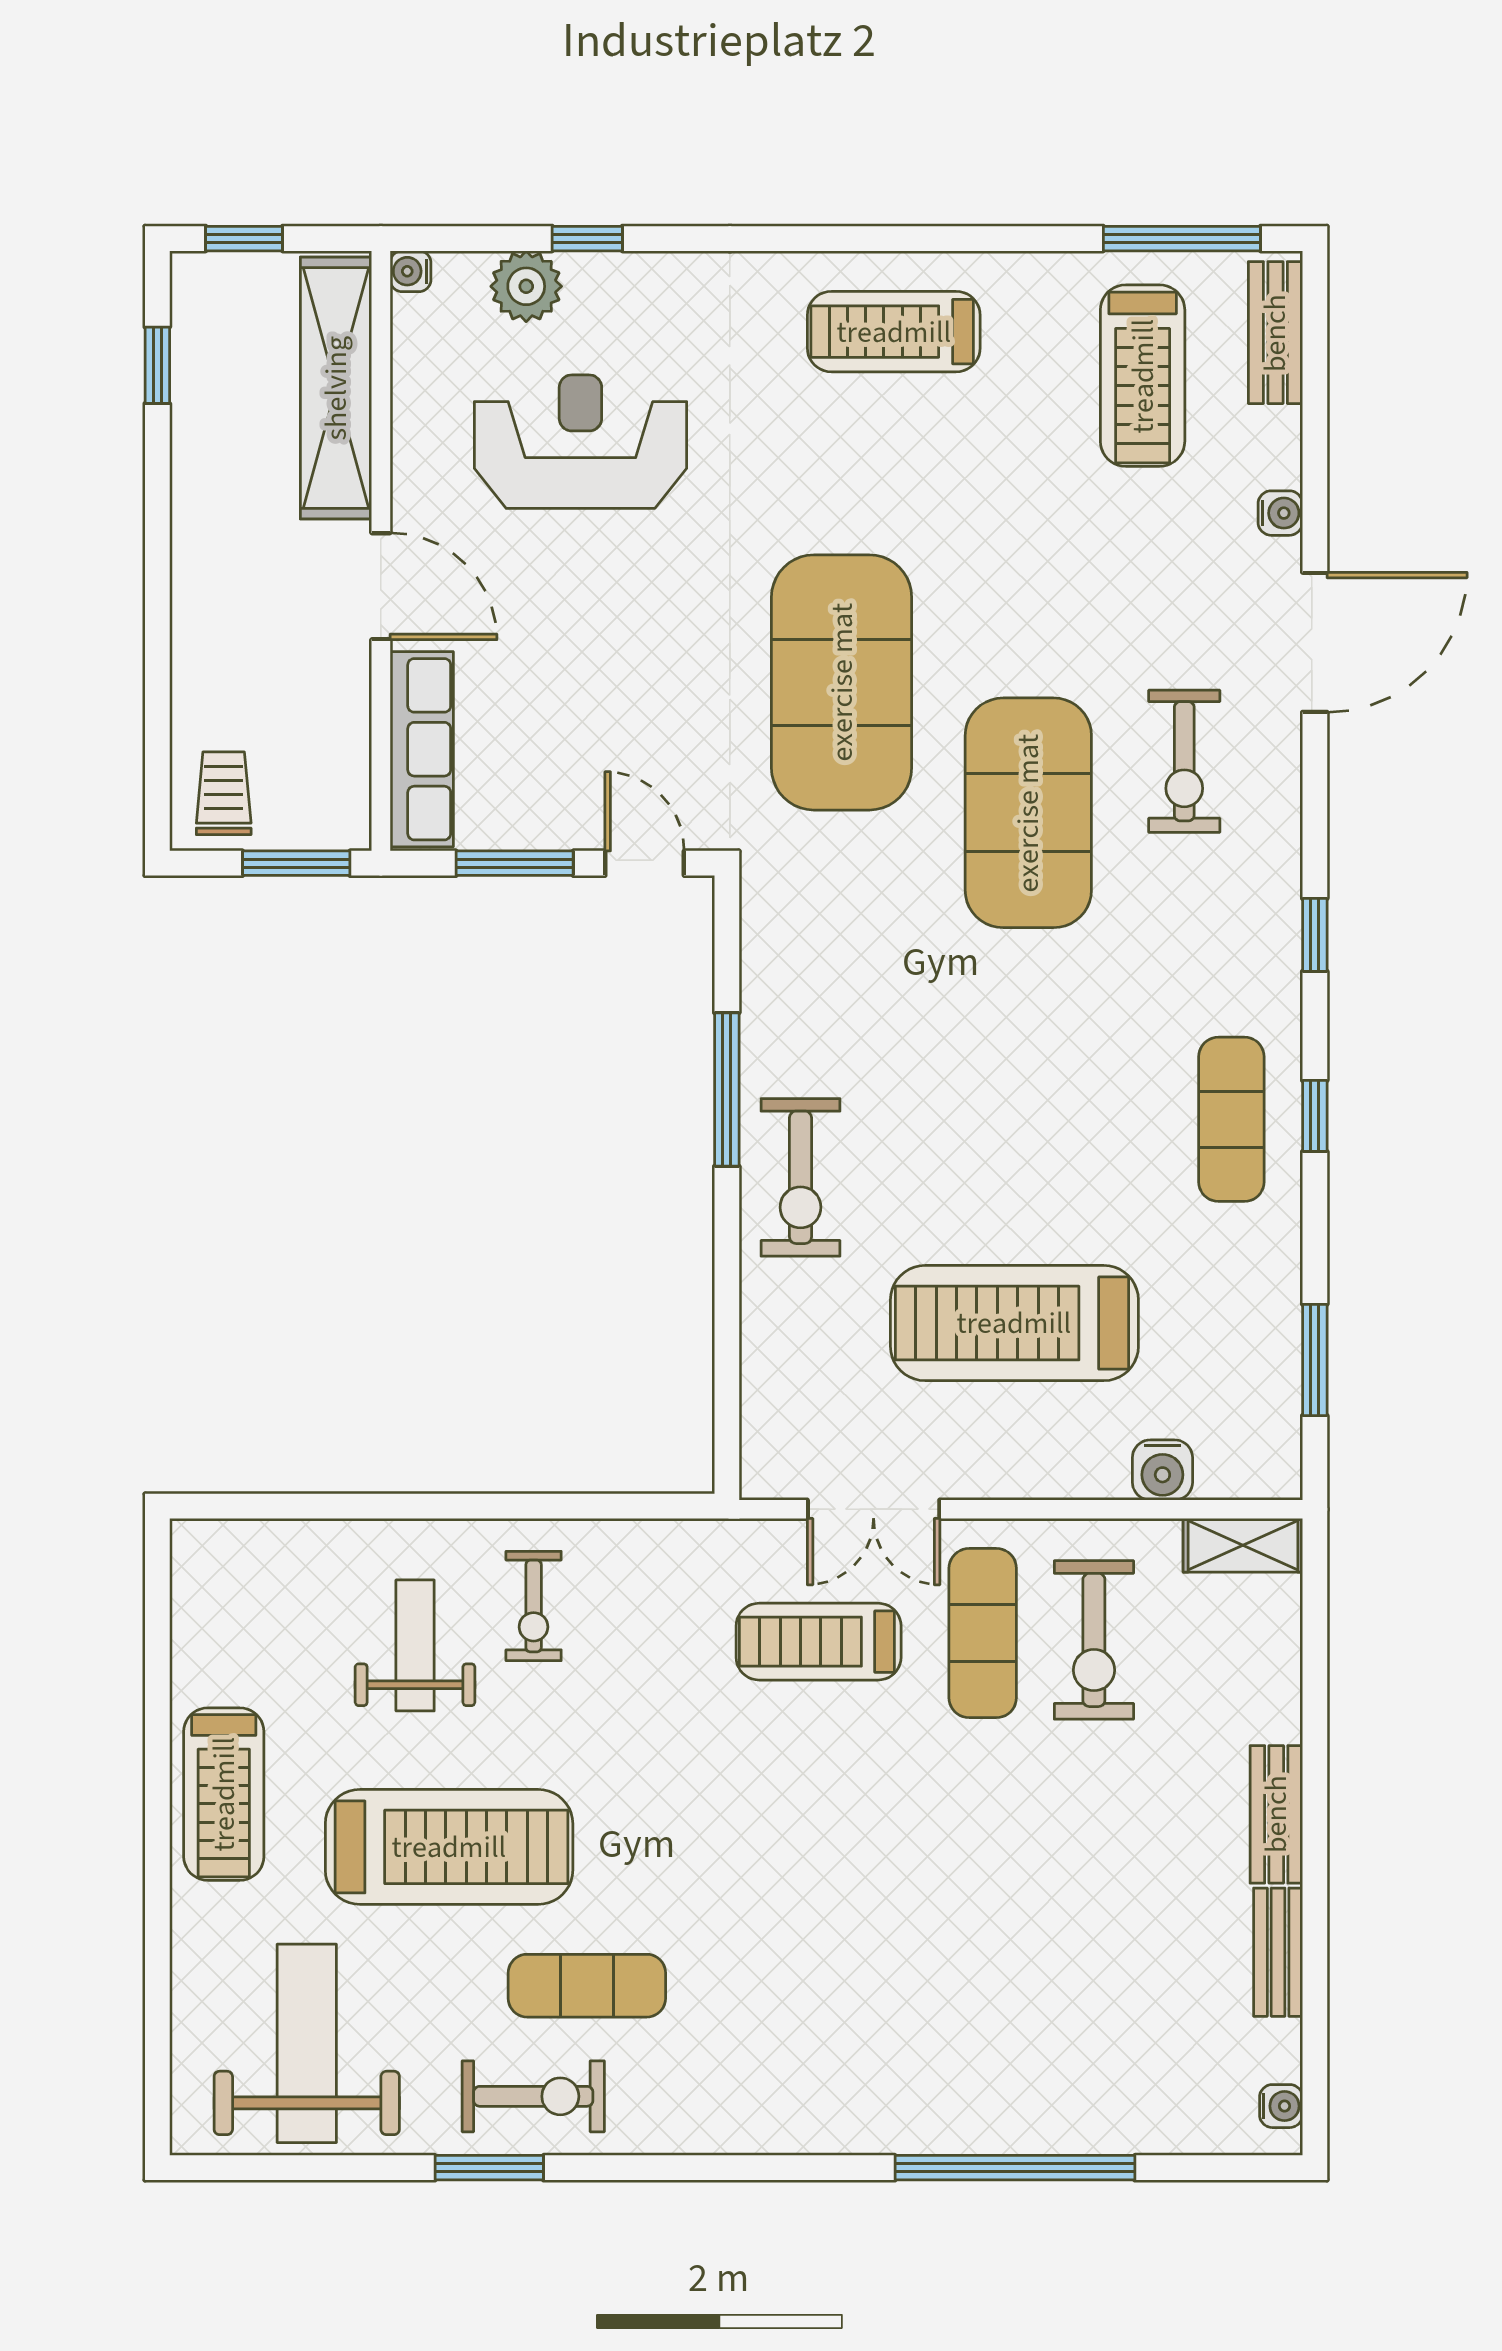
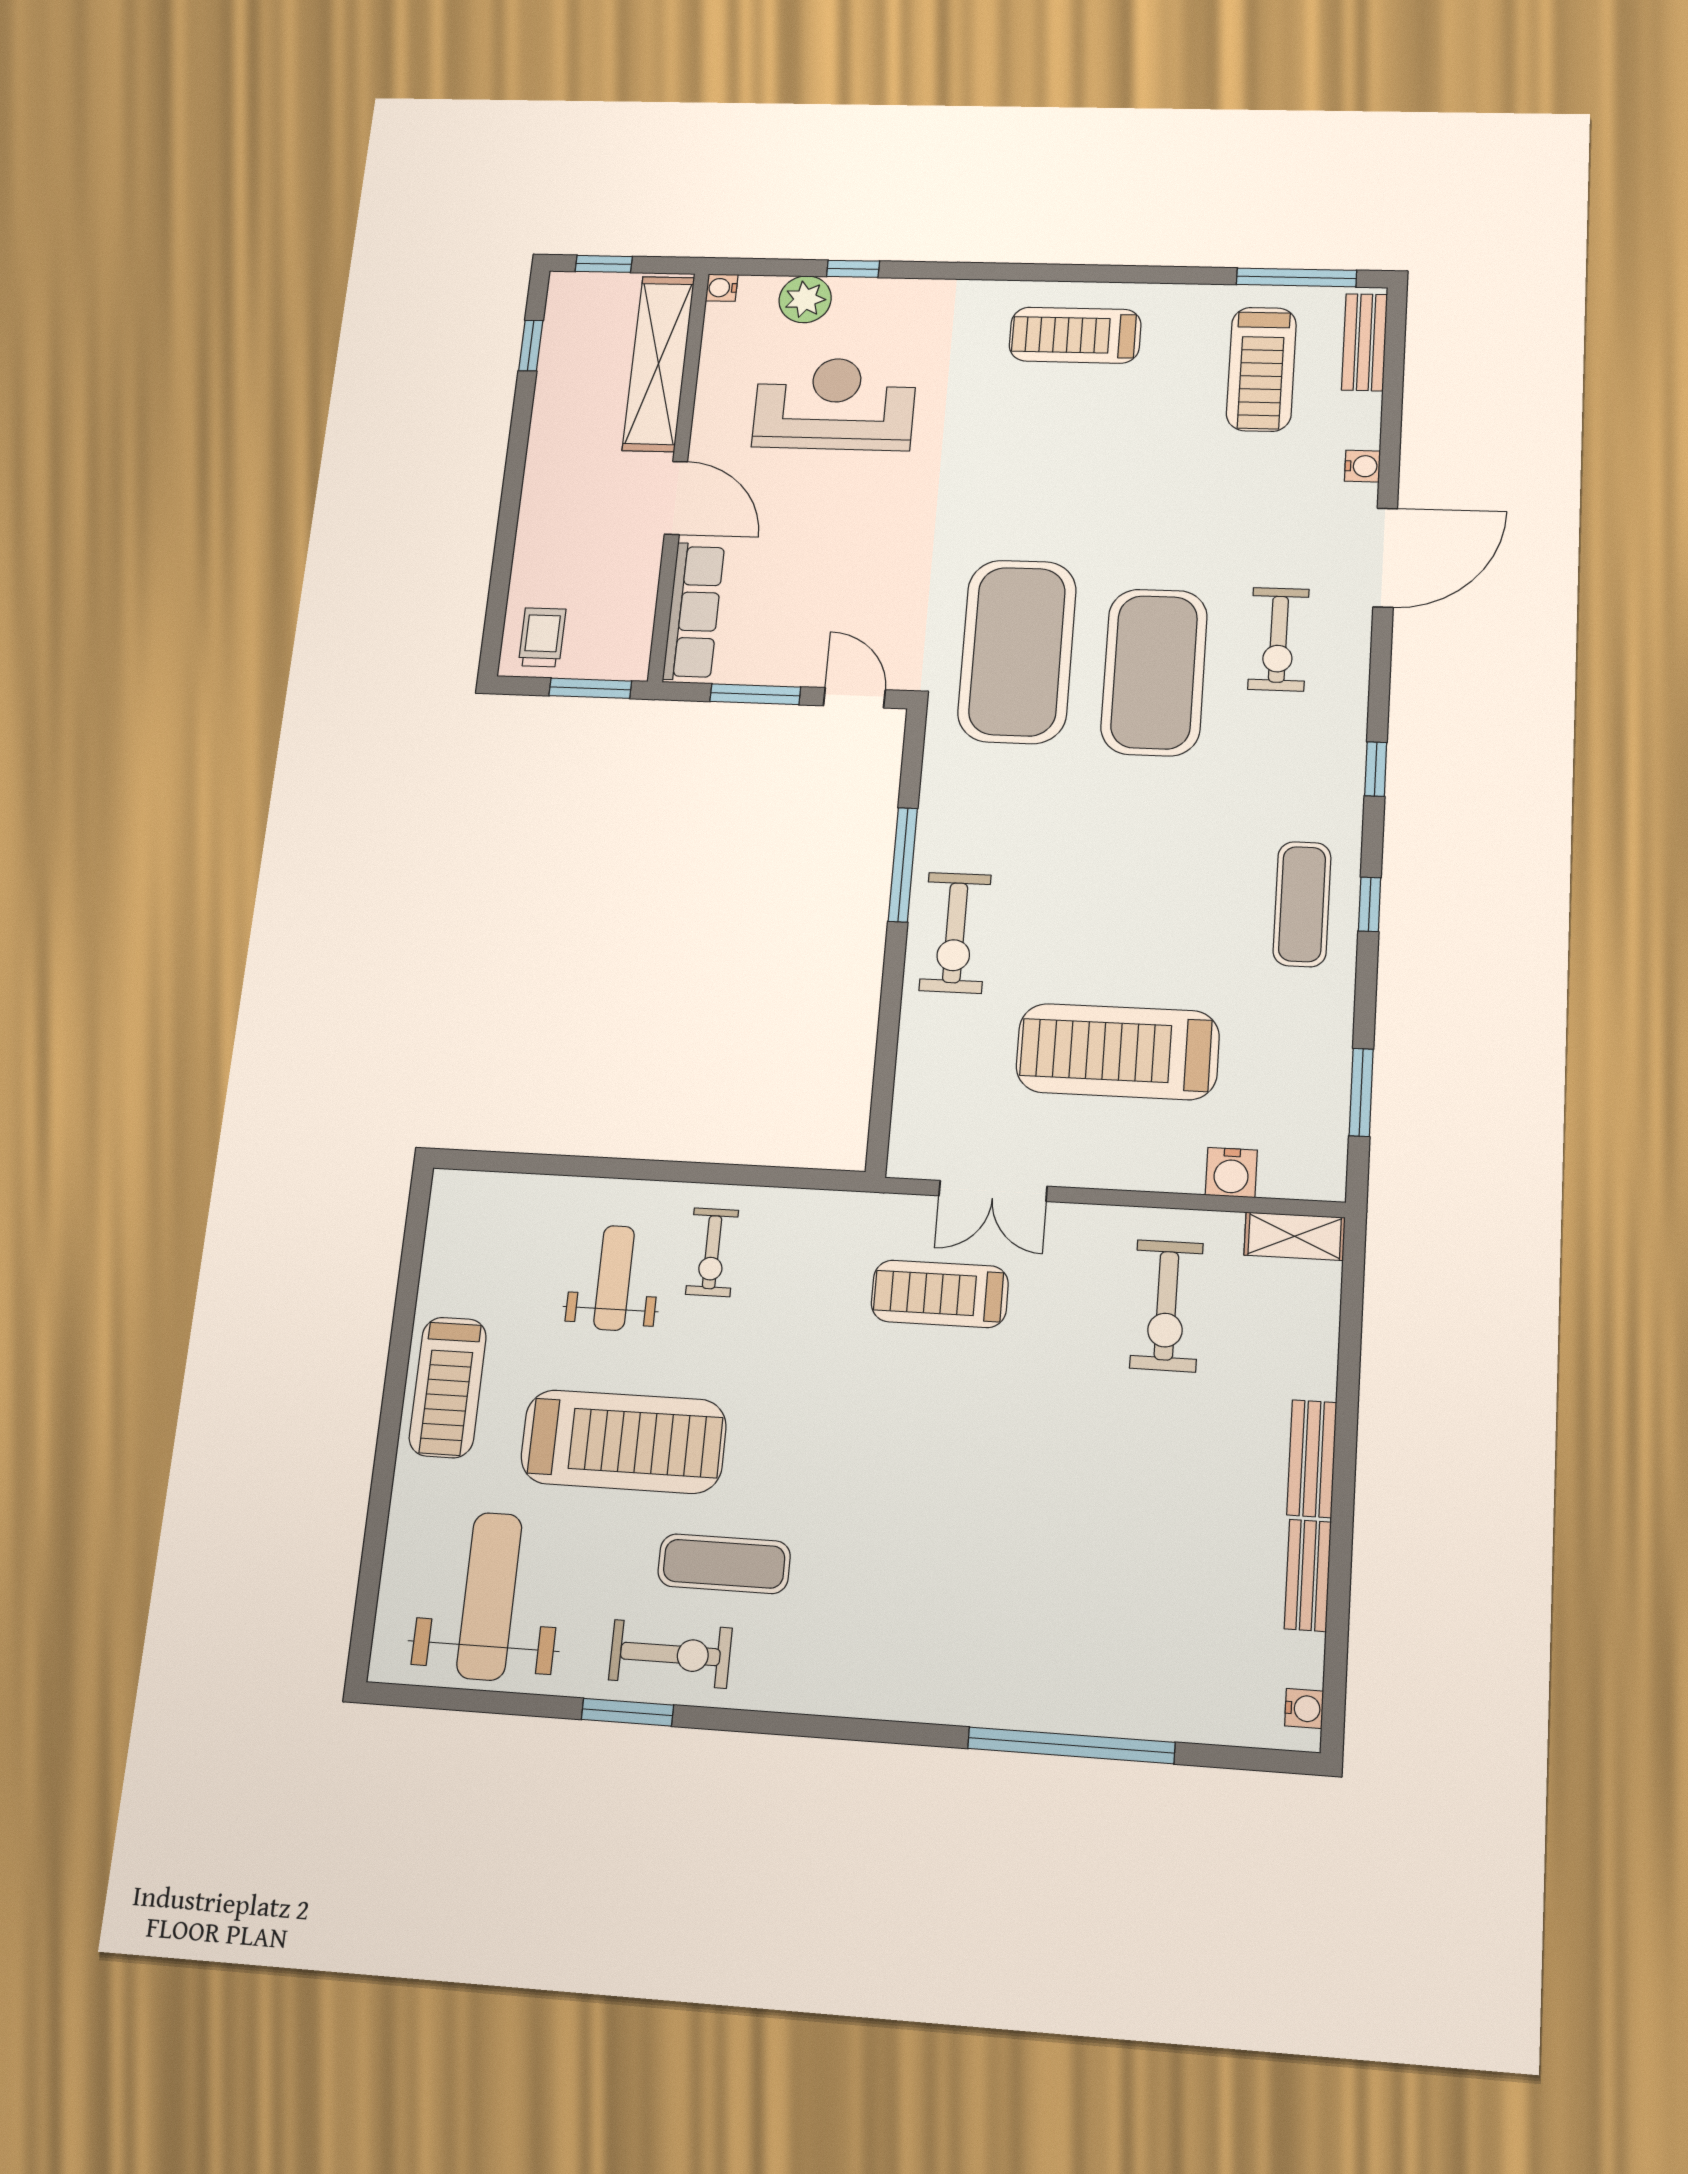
exercise mat: (842, 682) -> (1017, 651), moved
exercise mat: (983, 1633) -> (1075, 1295), removed

